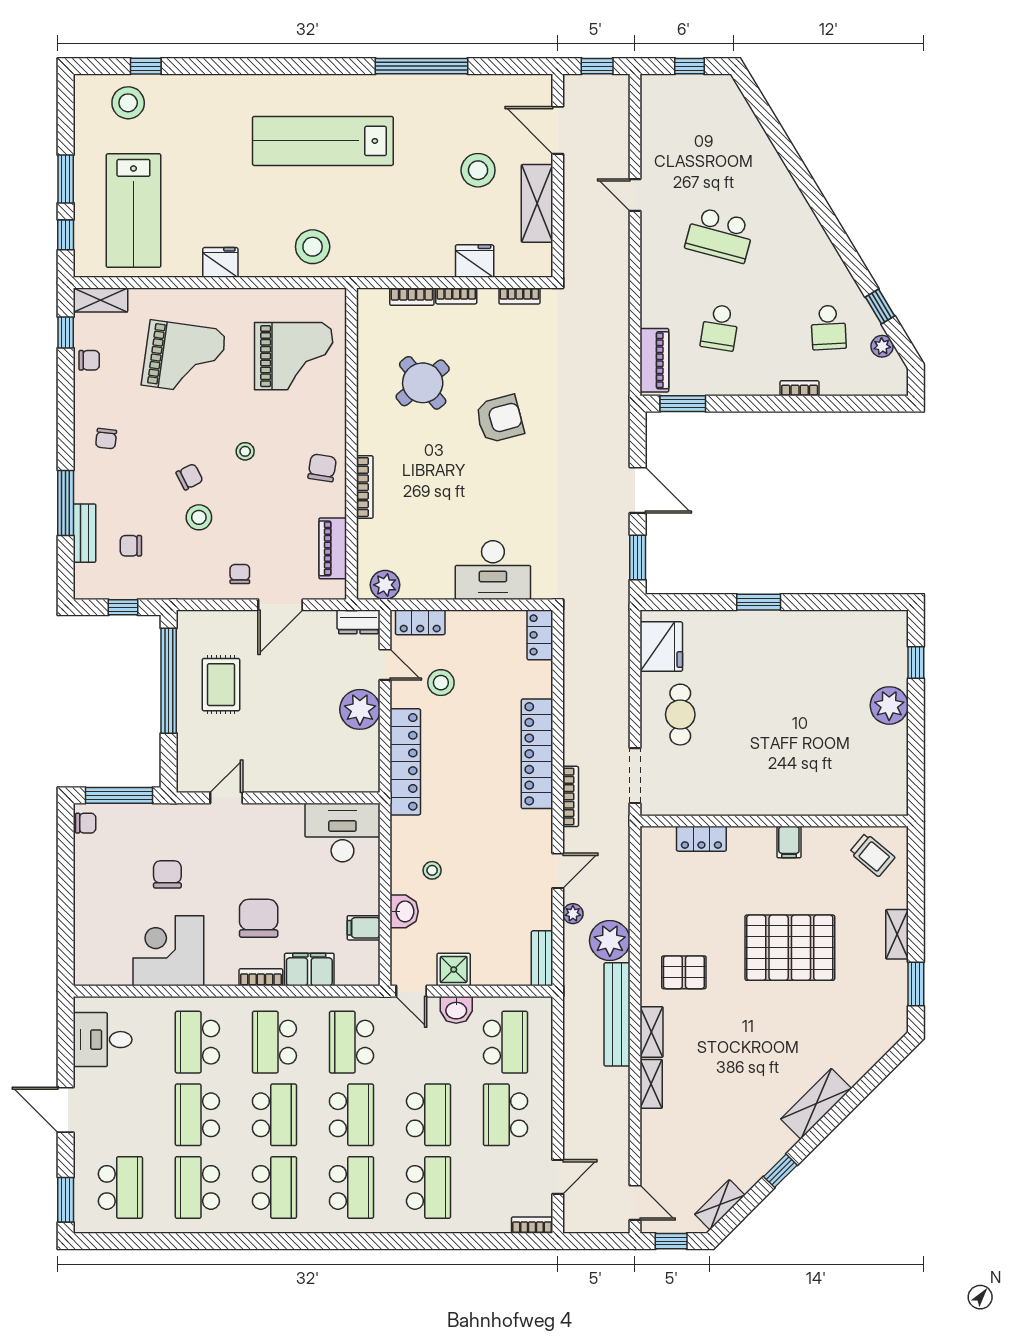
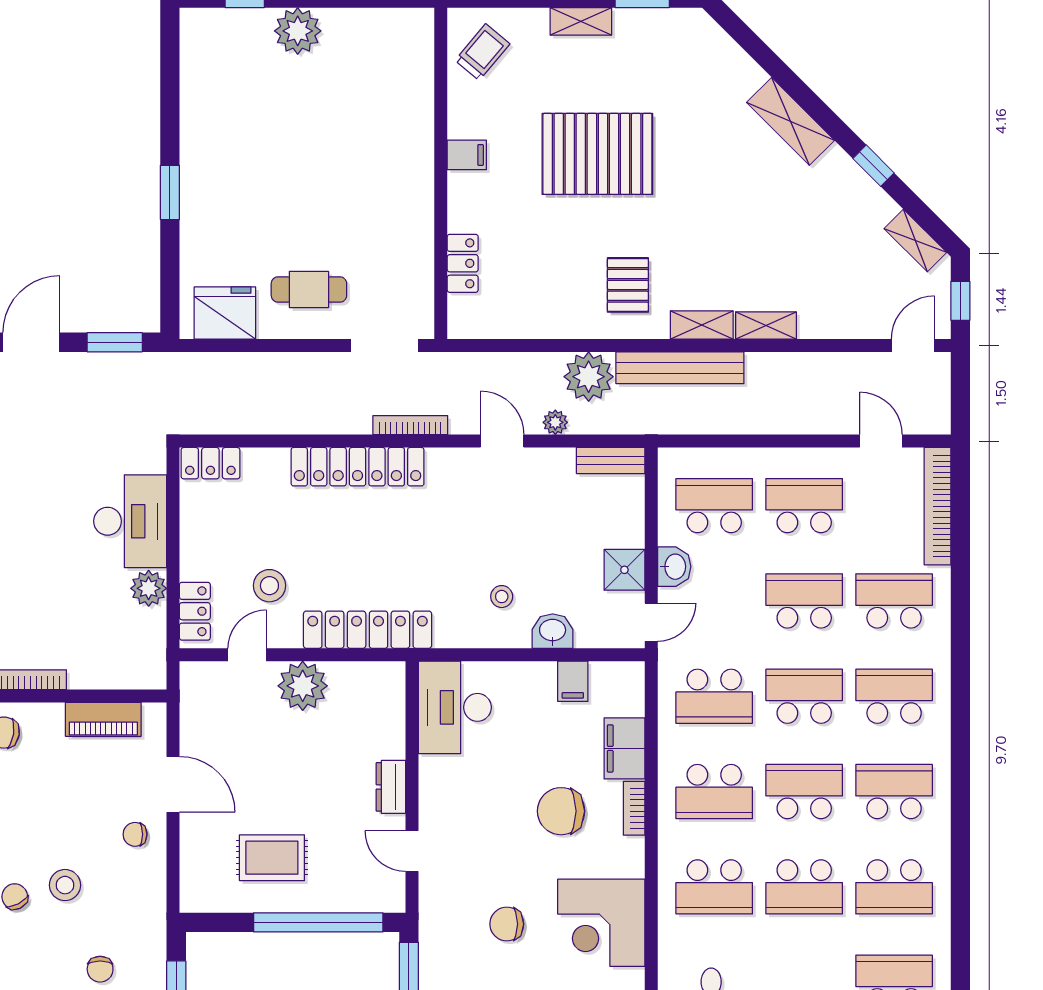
plant: (385, 585) -> (149, 588), moved
dresser: (359, 622) -> (391, 787), moved, turned 180
window: (169, 681) -> (318, 922), moved
pallet: (790, 948) -> (597, 154), turned 90
school desk: (506, 1115) -> (804, 506), turned 180
bookcase: (532, 1225) -> (937, 506), width x2.31, depth x1.31

